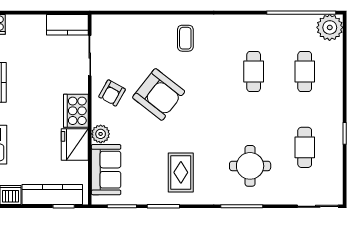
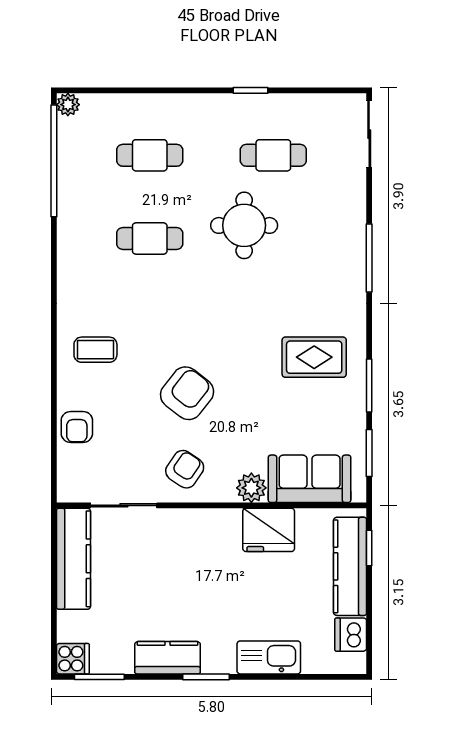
kitchen counter: (67, 25) -> (73, 559), width x1.50
armchair: (138, 27) -> (77, 427), added
plant: (330, 27) -> (68, 105), width x0.53, depth x0.53
armchair: (112, 93) -> (185, 469), turned -85
armchair: (159, 94) -> (187, 393), width x0.73, depth x0.73
cooker: (76, 111) -> (214, 528), removed
round table: (250, 166) -> (244, 225), moved

